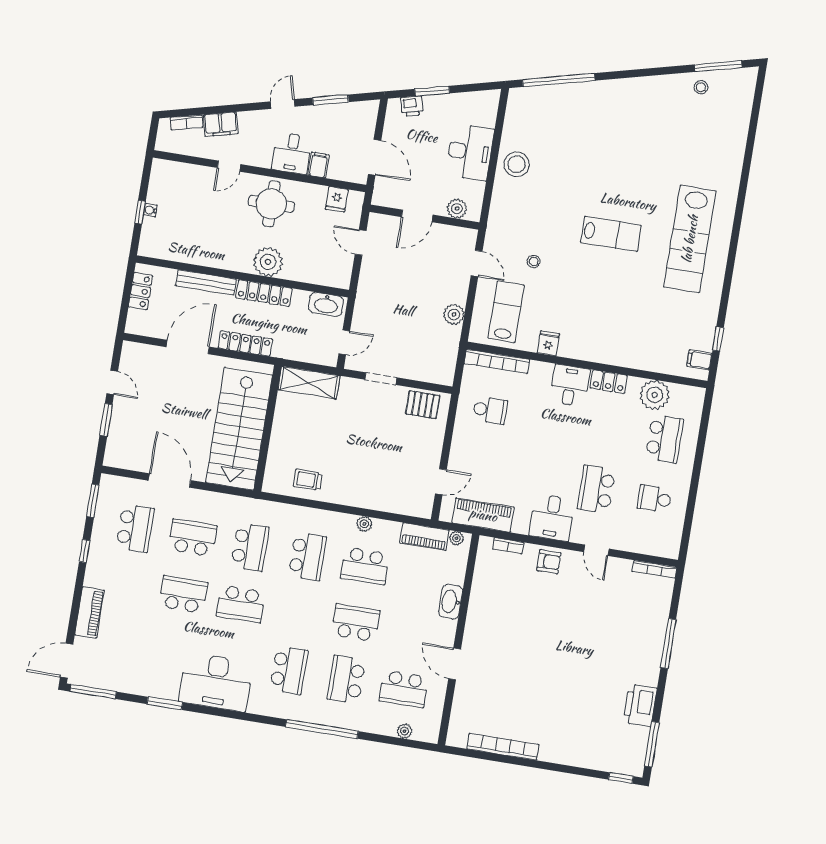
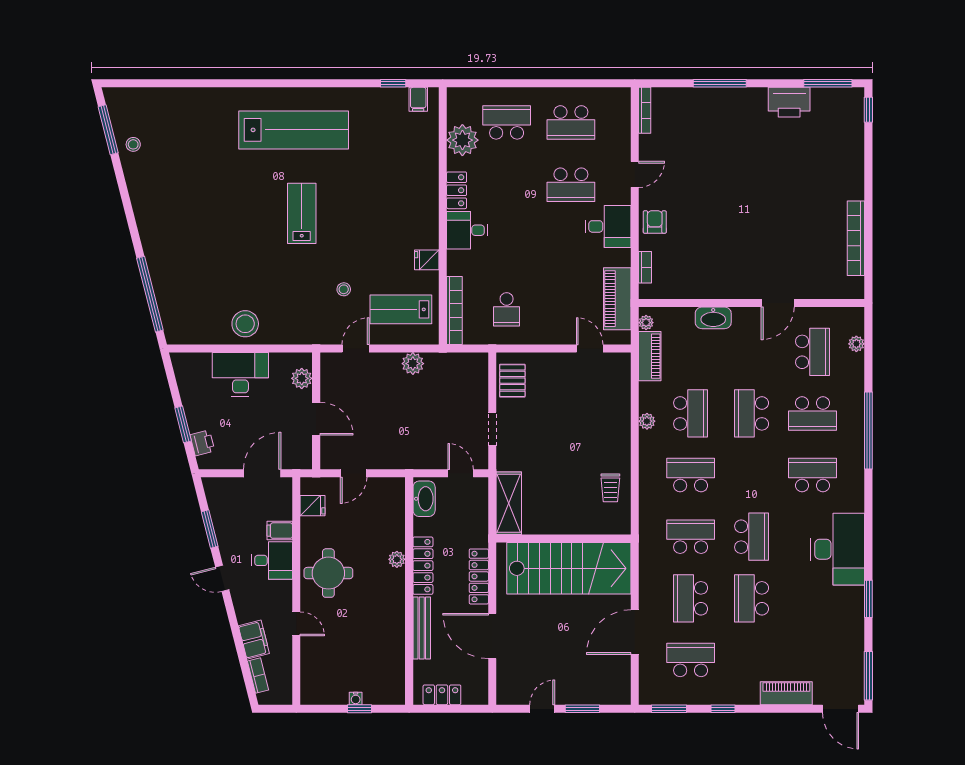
plant: (268, 262) -> (397, 559), width x0.53, depth x0.53
school desk: (490, 410) -> (507, 309), turned 180
school desk: (654, 499) -> (571, 122), width x1.85

